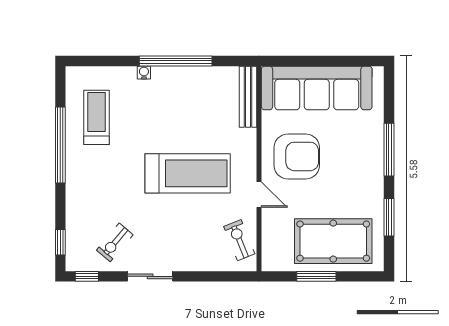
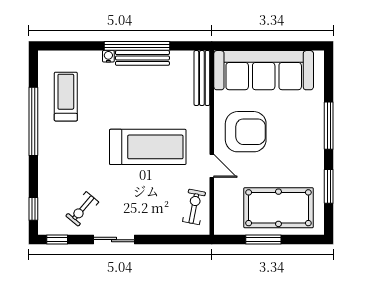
bench: (182, 74) -> (142, 58), added
exercise bike: (239, 240) -> (194, 207), turned 33

